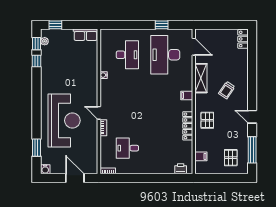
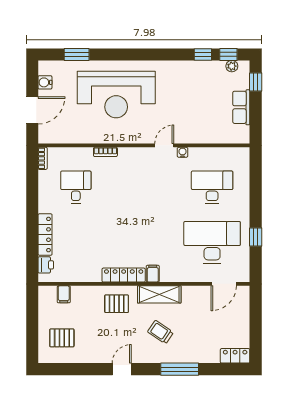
row of seats: (86, 35) -> (241, 107), moved
desk: (127, 55) -> (212, 187), turned 180
shelving: (201, 78) -> (159, 294), moved
door: (99, 113) -> (164, 145), moved
locker: (188, 126) -> (124, 275), moved
window: (252, 150) -> (180, 369), moved
water cooler: (45, 169) -> (45, 82), moved
locker: (160, 169) -> (45, 235), added

